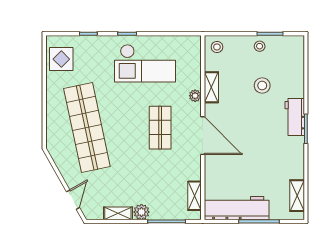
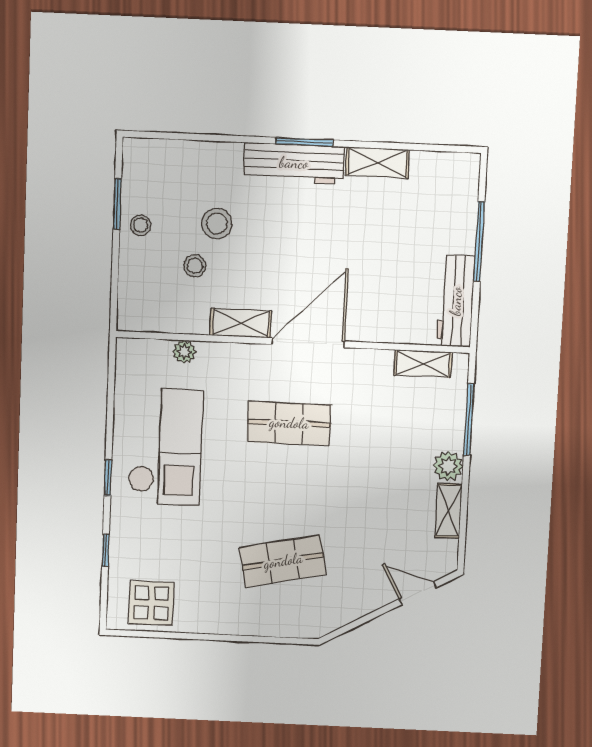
stool: (217, 47) -> (195, 266), moved
shelving: (211, 87) -> (241, 323), moved
plant: (195, 96) -> (184, 352), moved
workbench: (295, 117) -> (294, 163), width x1.37
shop shelf: (87, 128) -> (283, 561), width x0.50, depth x0.74
shelving: (297, 196) -> (377, 162), moved
workbench: (237, 208) -> (456, 301), width x0.73, depth x0.76

